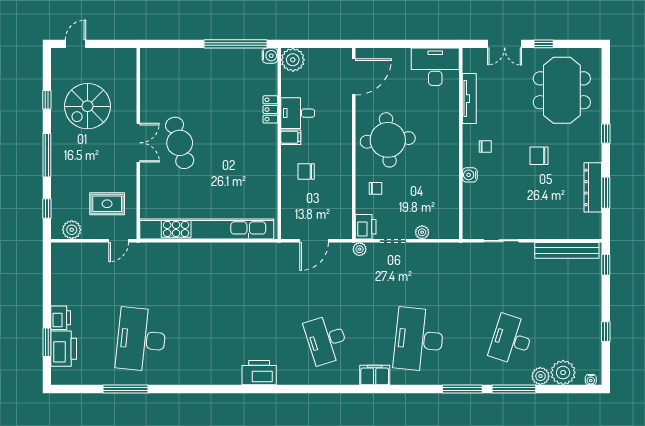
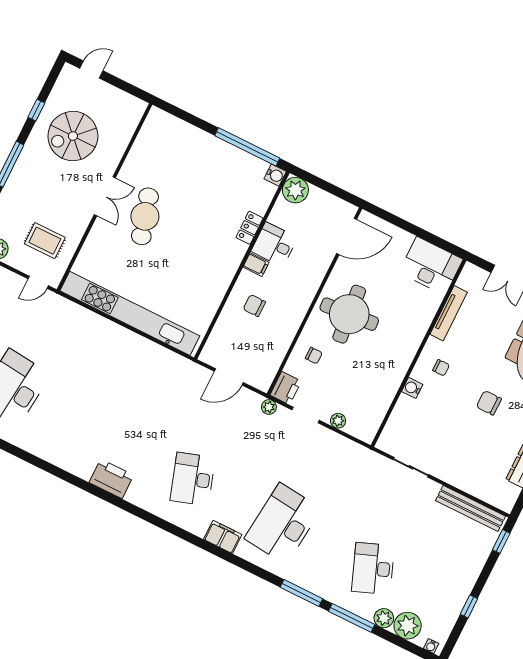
desk: (511, 340) -> (373, 569), turned -39

